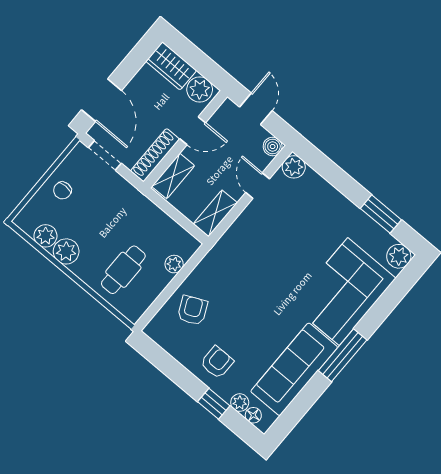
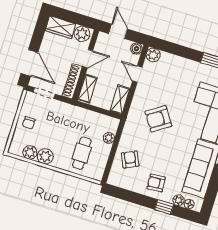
armchair: (261, 267) -> (158, 119), added
armchair: (217, 362) -> (156, 183), turned -94

